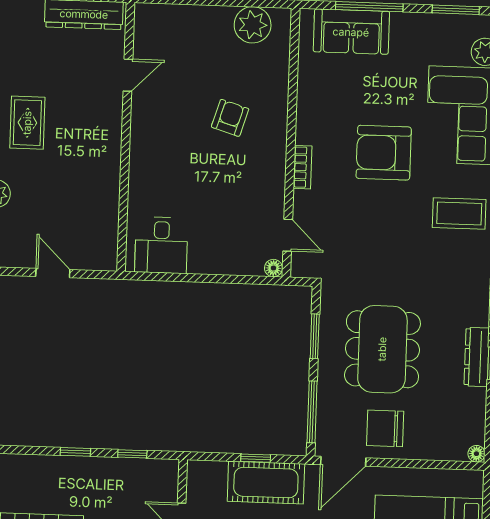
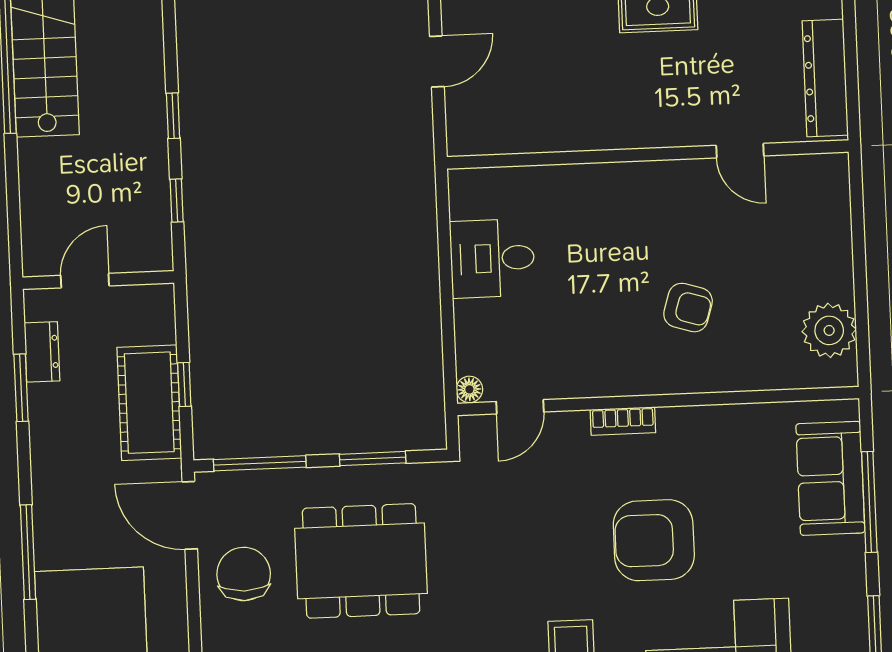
armchair: (384, 153) -> (654, 540), turned -90
desk: (161, 245) -> (492, 258), moved

